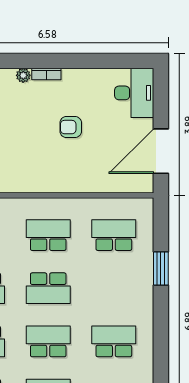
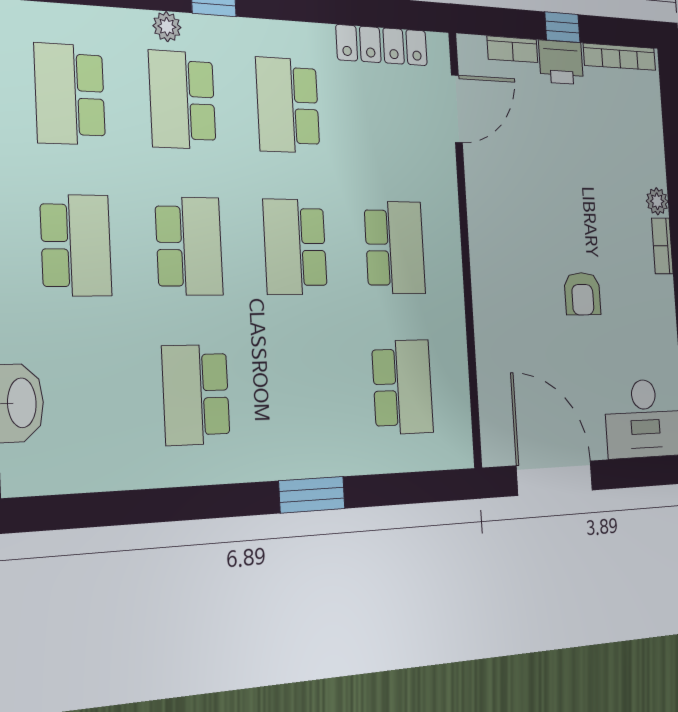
armchair: (71, 127) -> (582, 294), turned 180
window: (161, 268) -> (312, 495), moved
school desk: (114, 341) -> (196, 395), turned 180

